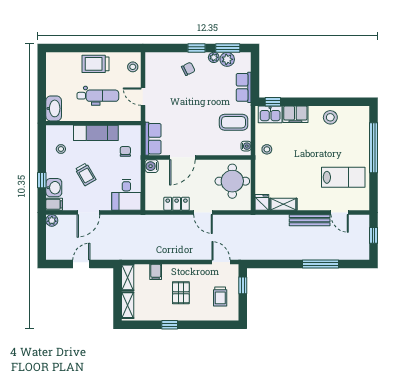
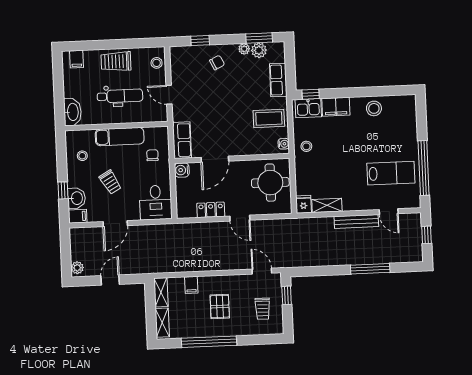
window: (196, 48) -> (200, 41), moved
filing cabinet: (60, 60) -> (77, 59), added
window: (373, 148) -> (424, 168), moved
plant: (52, 220) -> (77, 268), moved
window: (170, 325) -> (209, 342), width x3.17

